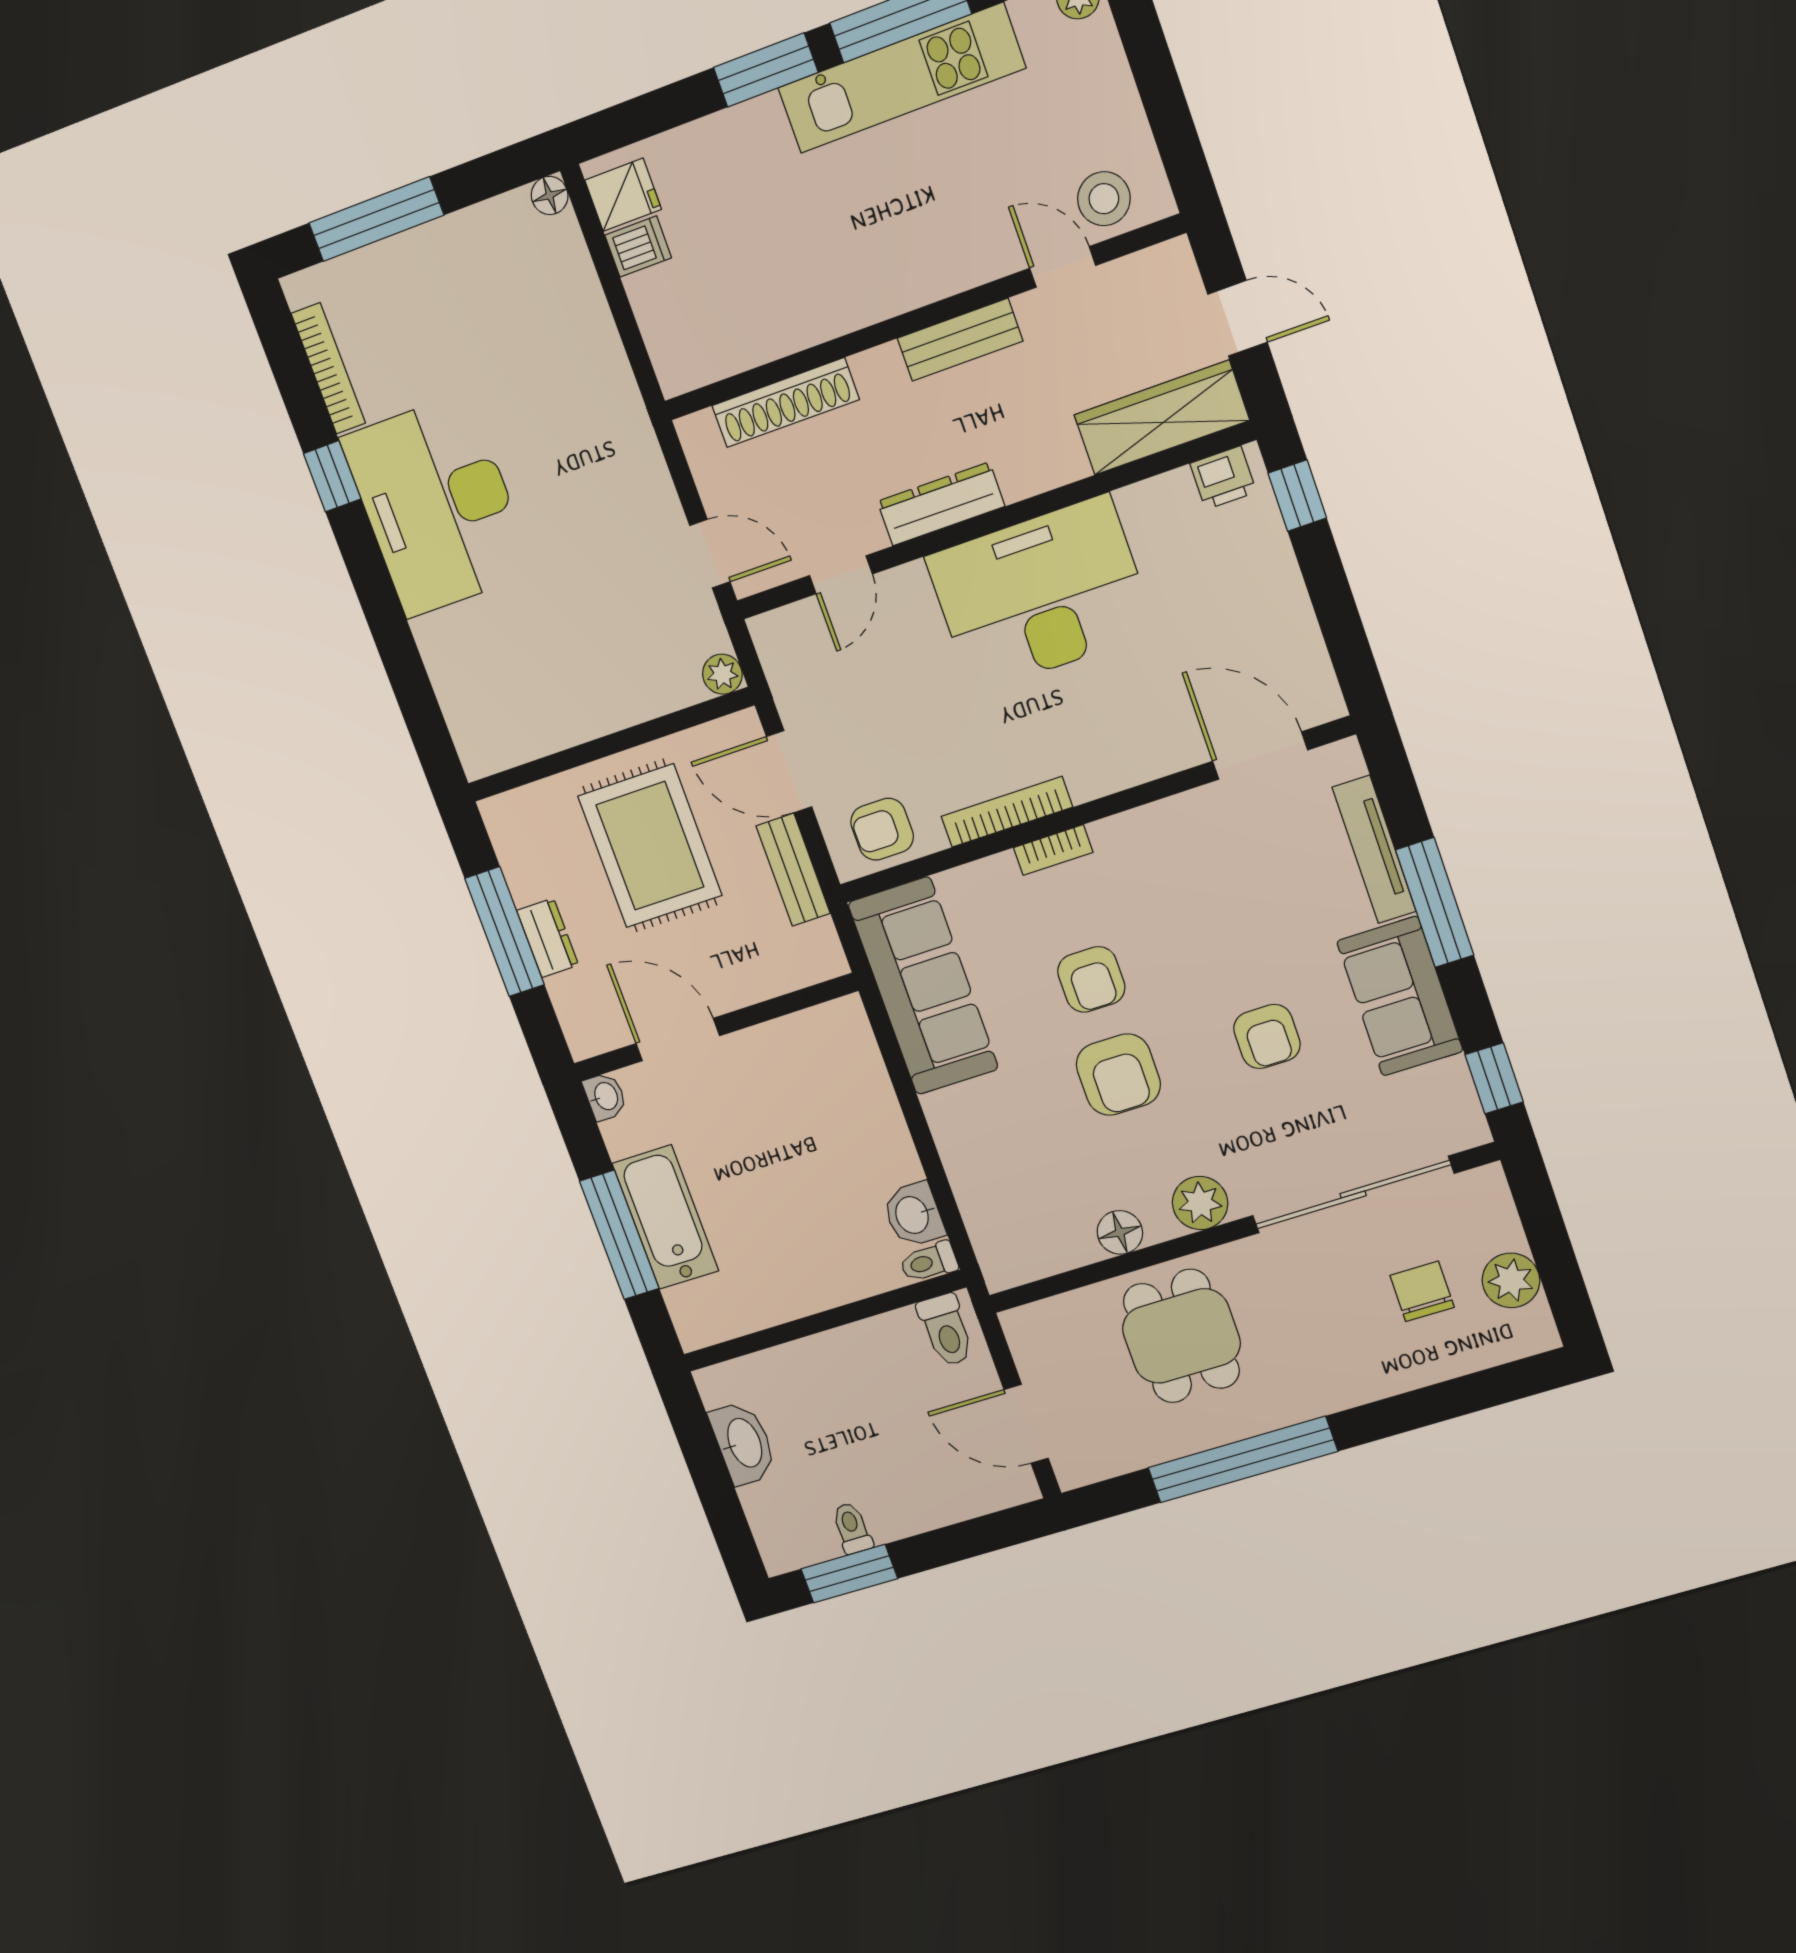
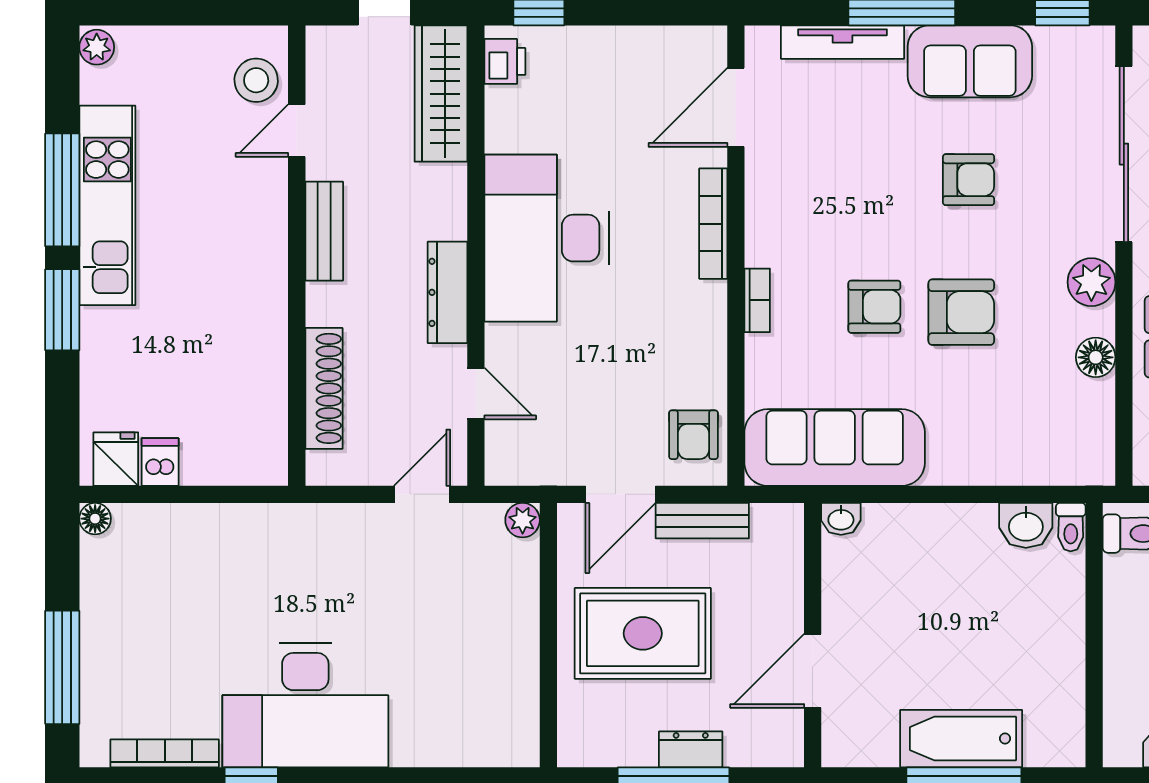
bookcase: (1007, 812) -> (713, 224), moved
washbasin: (605, 1096) -> (841, 519), moved, turned 180

